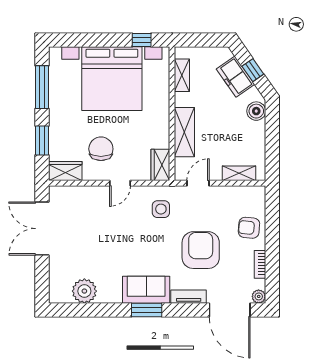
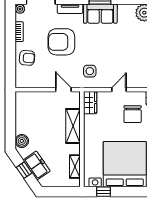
shelving: (239, 173) -> (34, 97), removed
door: (198, 183) -> (63, 90), swing flipped
armchair: (201, 250) -> (61, 42), turned 90

